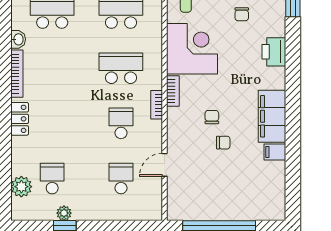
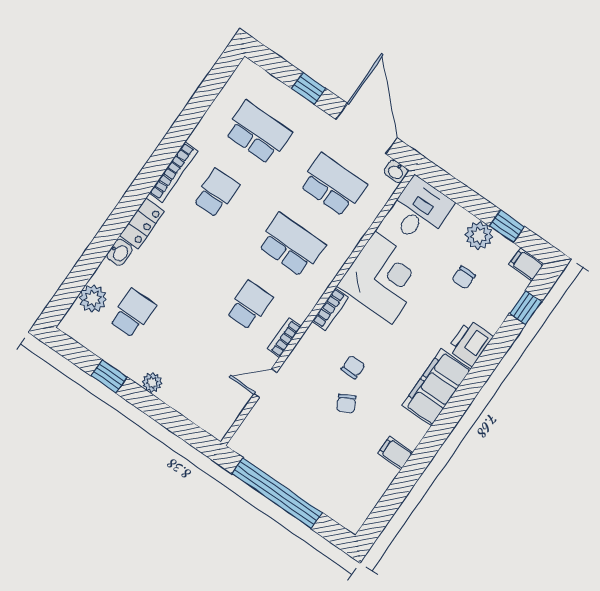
washbasin: (18, 39) -> (120, 252), moved
bookcase: (157, 105) -> (284, 338), moved
filing cabinet: (272, 116) -> (436, 387), moved
chair: (223, 143) -> (346, 404), turned 63
school desk: (121, 179) -> (216, 193), moved
plant: (64, 213) -> (152, 383), moved

